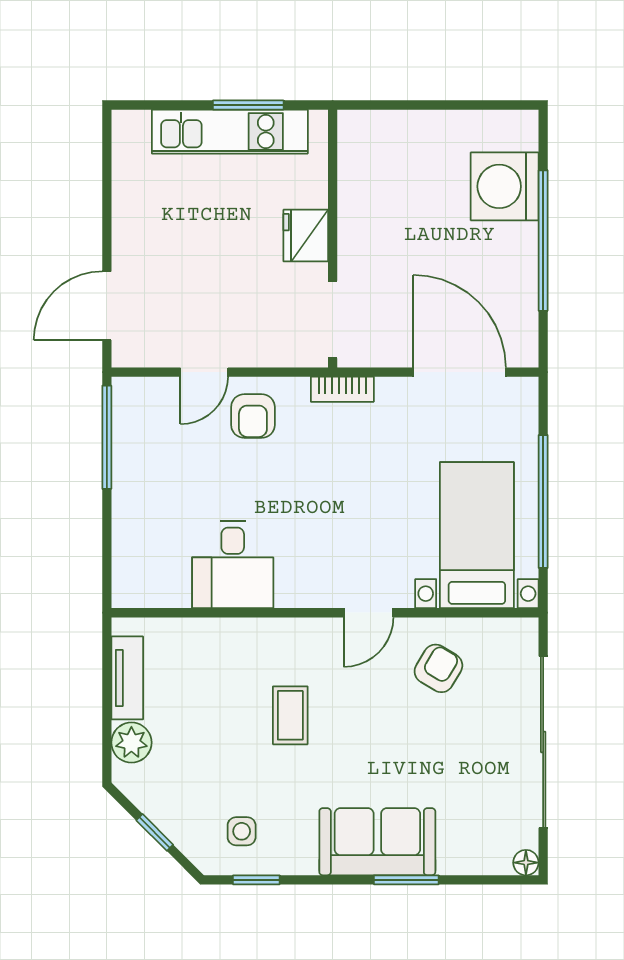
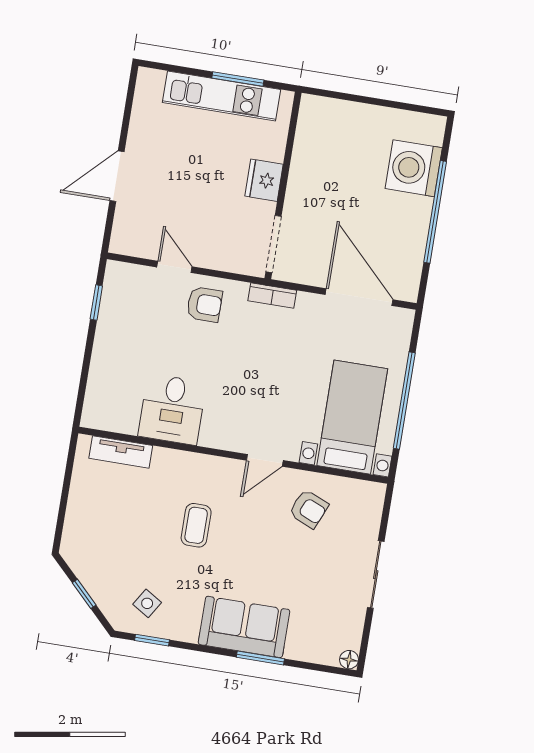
door: (107, 306) -> (117, 176), moved
door: (204, 372) -> (174, 267), swing flipped
armchair: (253, 416) -> (205, 304), turned -90
window: (107, 437) -> (96, 302), width x0.46
armchair: (438, 668) -> (309, 509), turned 82
tv unit: (127, 678) -> (121, 452), moved, turned 90
sliding door: (543, 742) -> (376, 575), width x0.54
plant: (131, 743) -> (78, 526), removed
side table: (242, 831) -> (147, 603), turned 32

